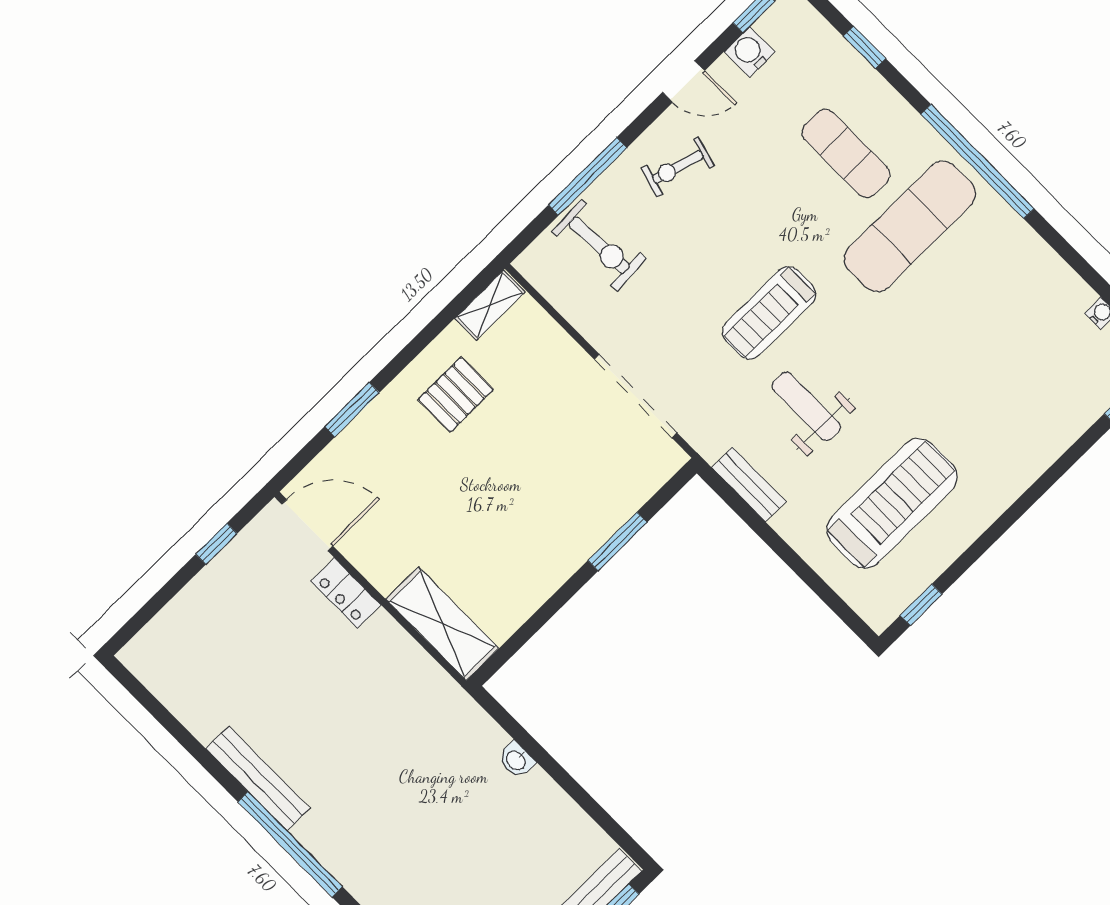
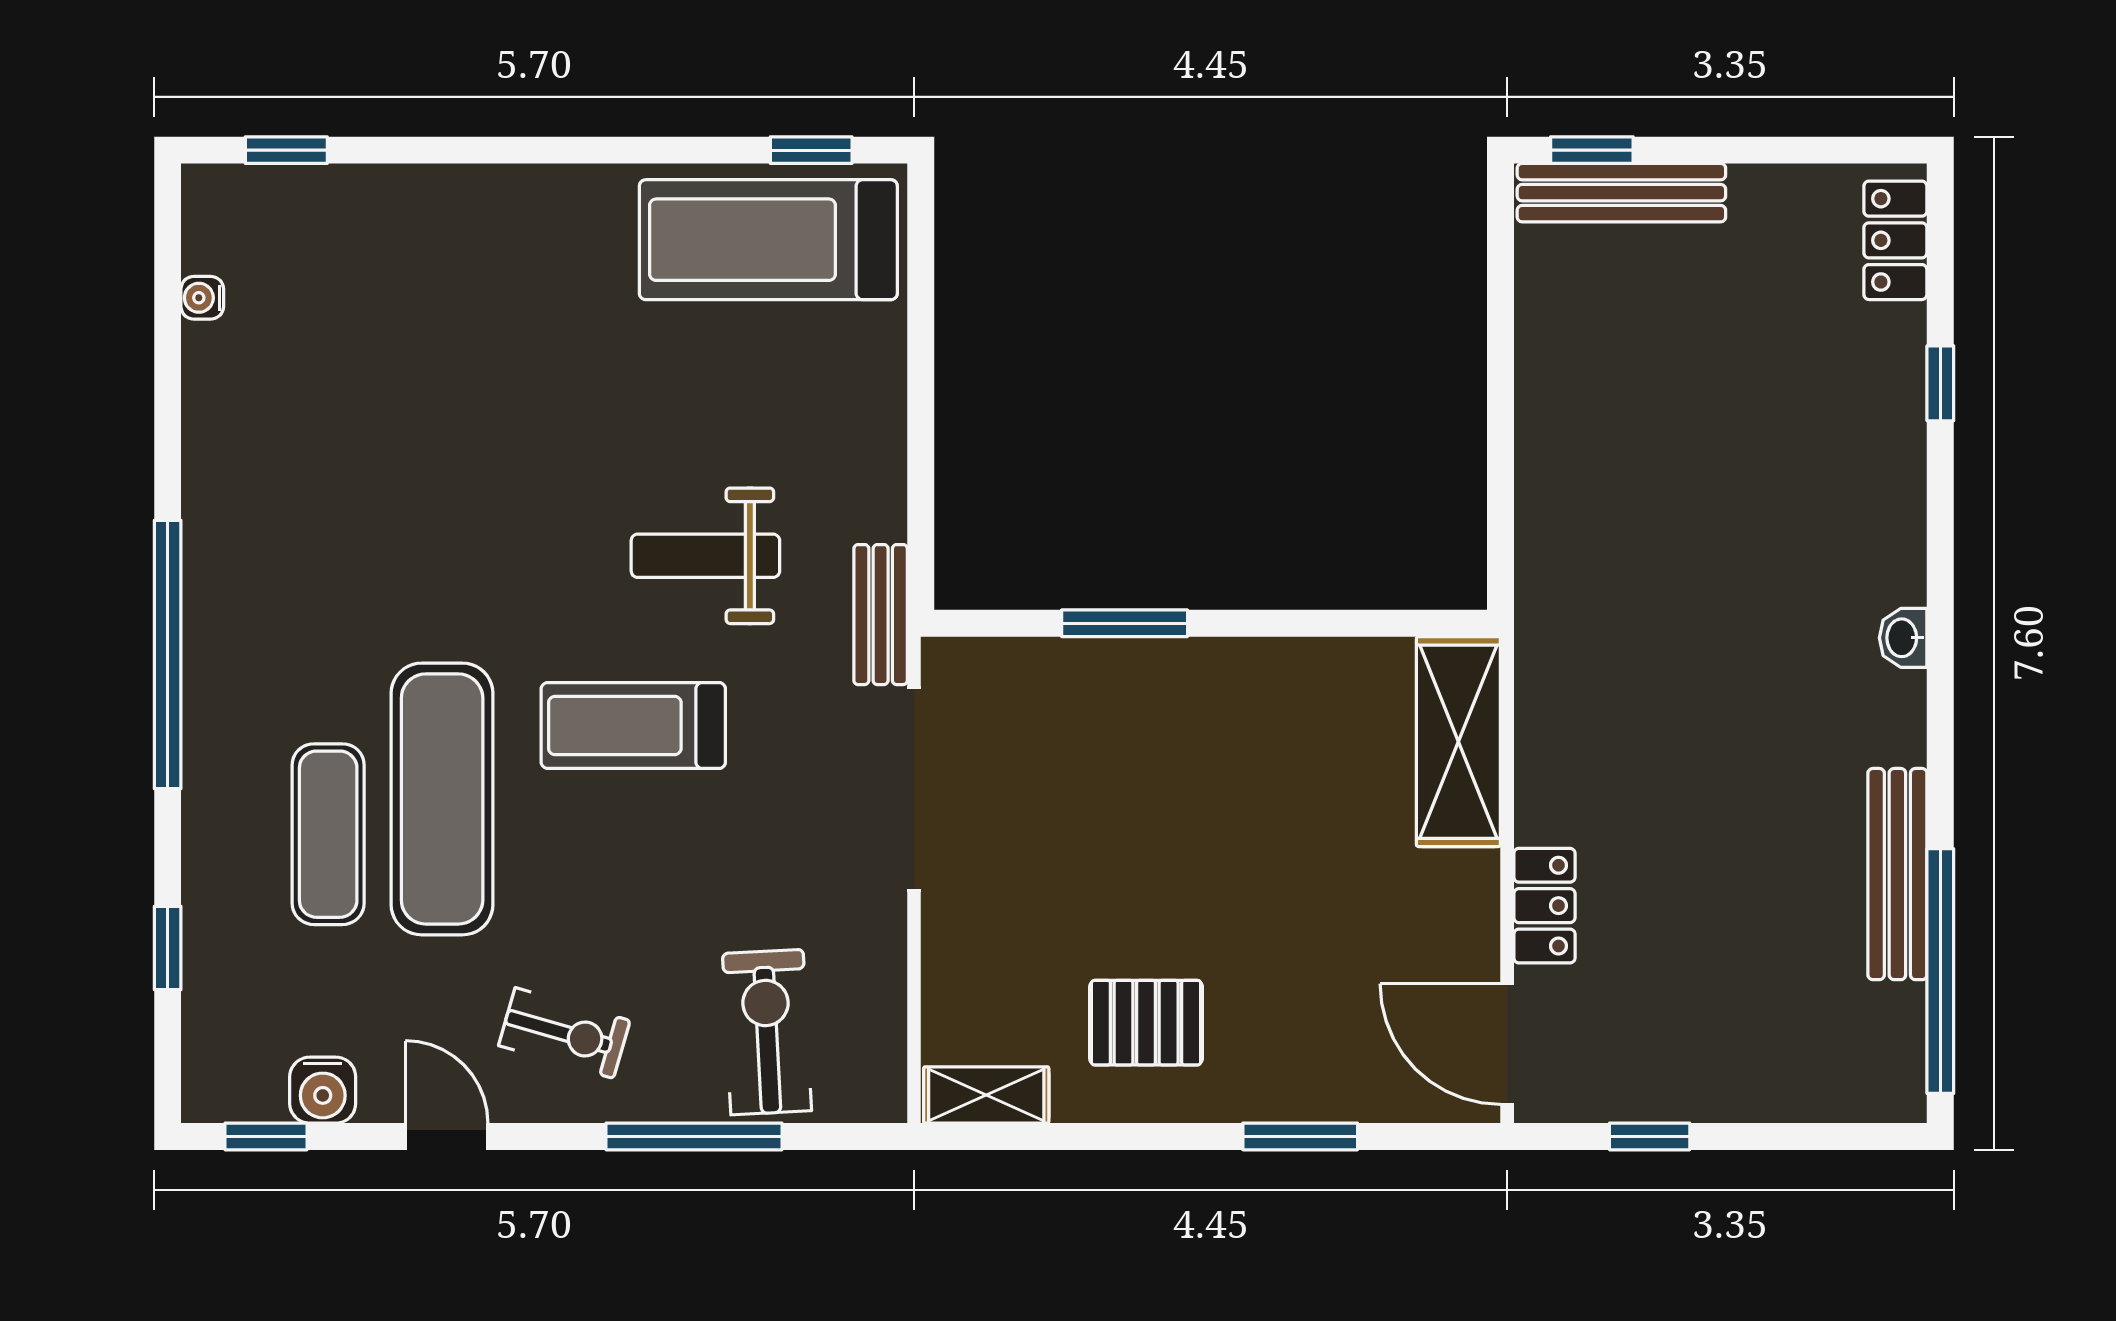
exercise mat: (910, 226) -> (442, 799), moved, turned 90
treadmill: (769, 313) -> (633, 726), turned 180
weight bench: (806, 406) -> (705, 556), turned 90
bench: (749, 484) -> (881, 615), moved
treadmill: (892, 503) -> (768, 240), moved
washbasin: (516, 760) -> (1903, 638), moved, turned 180
bench: (258, 778) -> (1897, 874), moved
window: (290, 844) -> (1940, 971), moved

